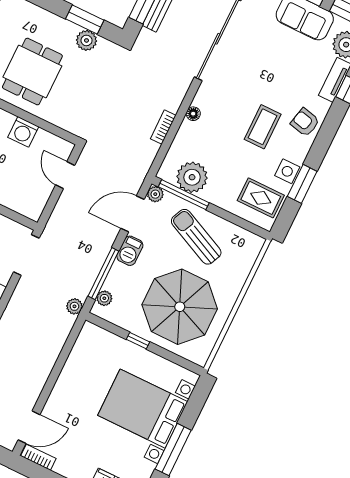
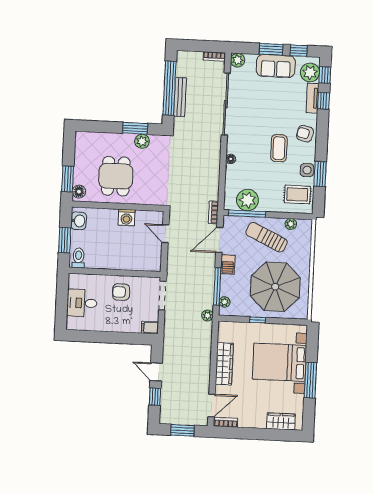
bookcase: (163, 127) -> (213, 212), moved
plant: (155, 194) -> (291, 224), moved
wardrobe: (69, 379) -> (224, 364), added

